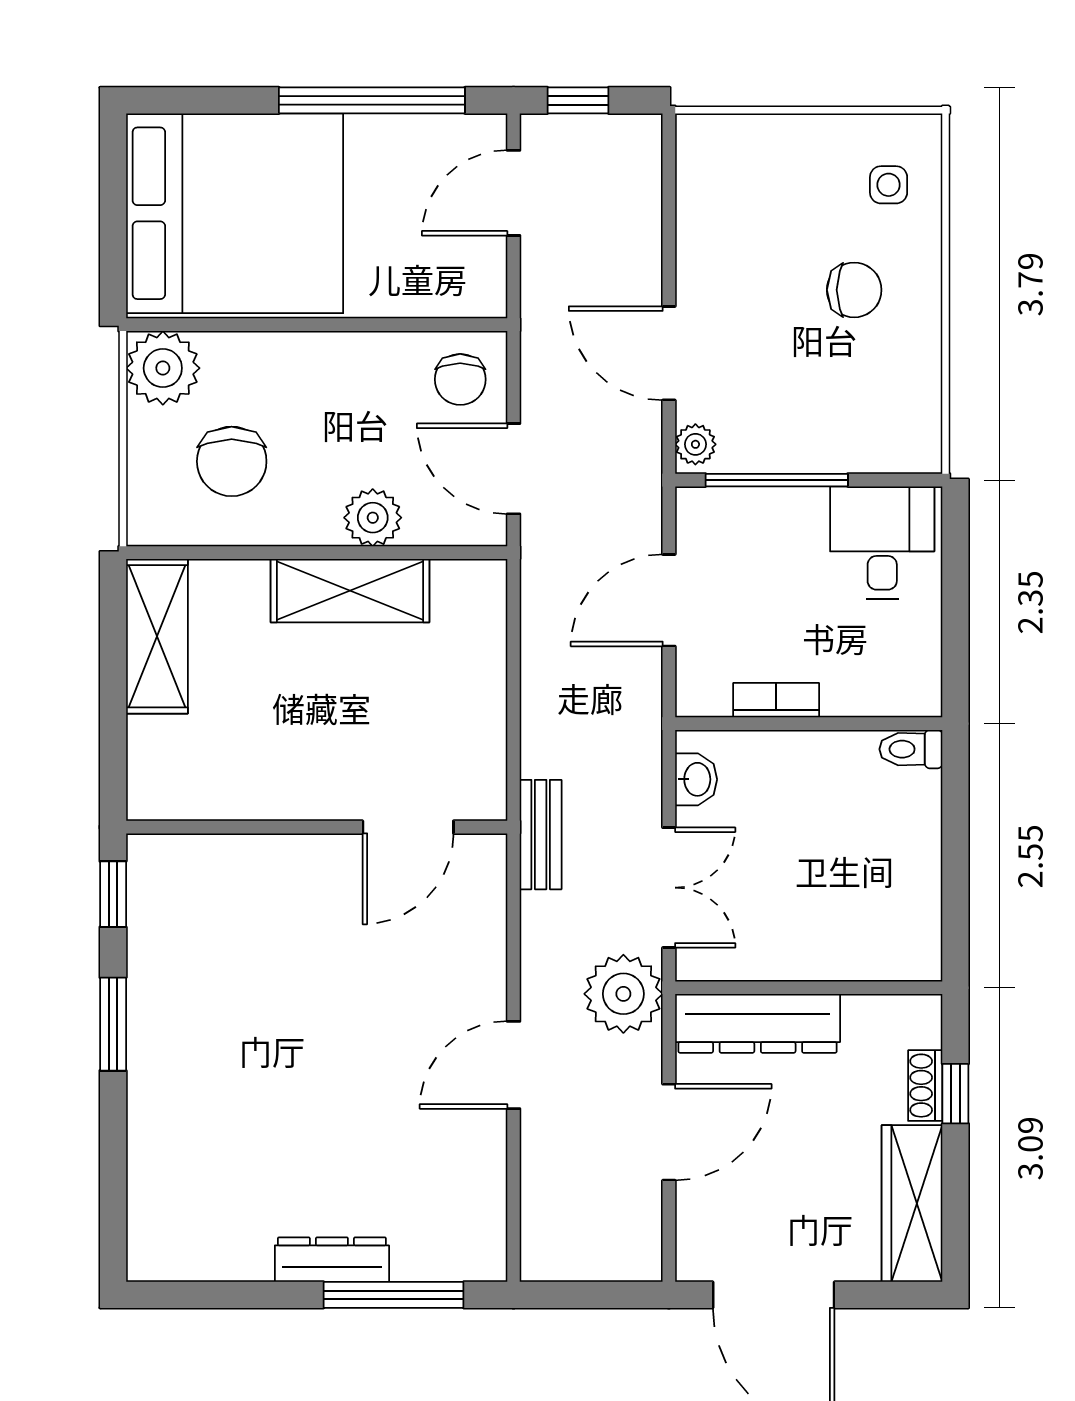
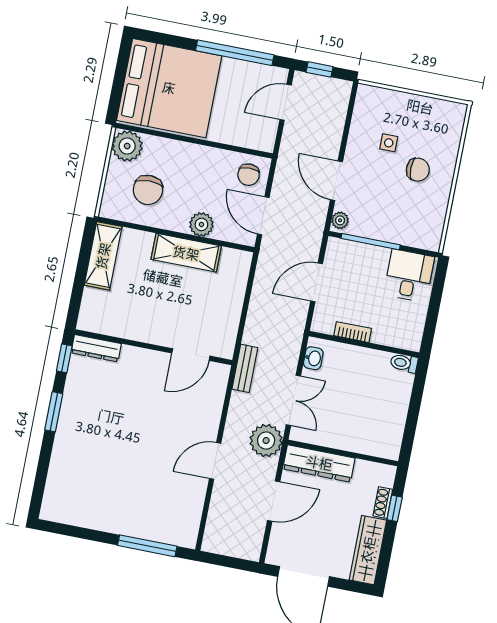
side table: (889, 185) -> (389, 143), moved
dresser: (332, 1260) -> (96, 348), moved, turned 180

